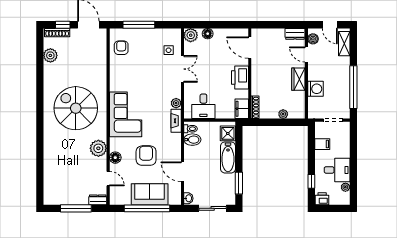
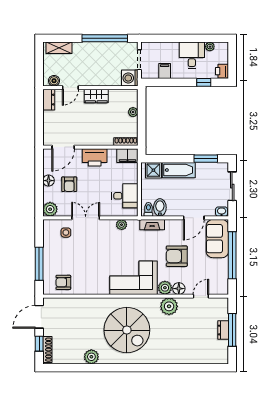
door: (330, 25) -> (39, 63), removed
floor lamp: (208, 34) -> (49, 181), moved
armchair: (215, 53) -> (69, 184), added
plant: (50, 55) -> (91, 357), moved
washing machine: (315, 89) -> (130, 78), moved, turned -90
spiral stairs: (76, 108) -> (127, 330), turned -90
fireplace: (176, 121) -> (152, 225), moved
plant: (116, 144) -> (165, 288), added
sofa: (150, 194) -> (217, 239), moved
dresser: (98, 200) -> (223, 330), moved

